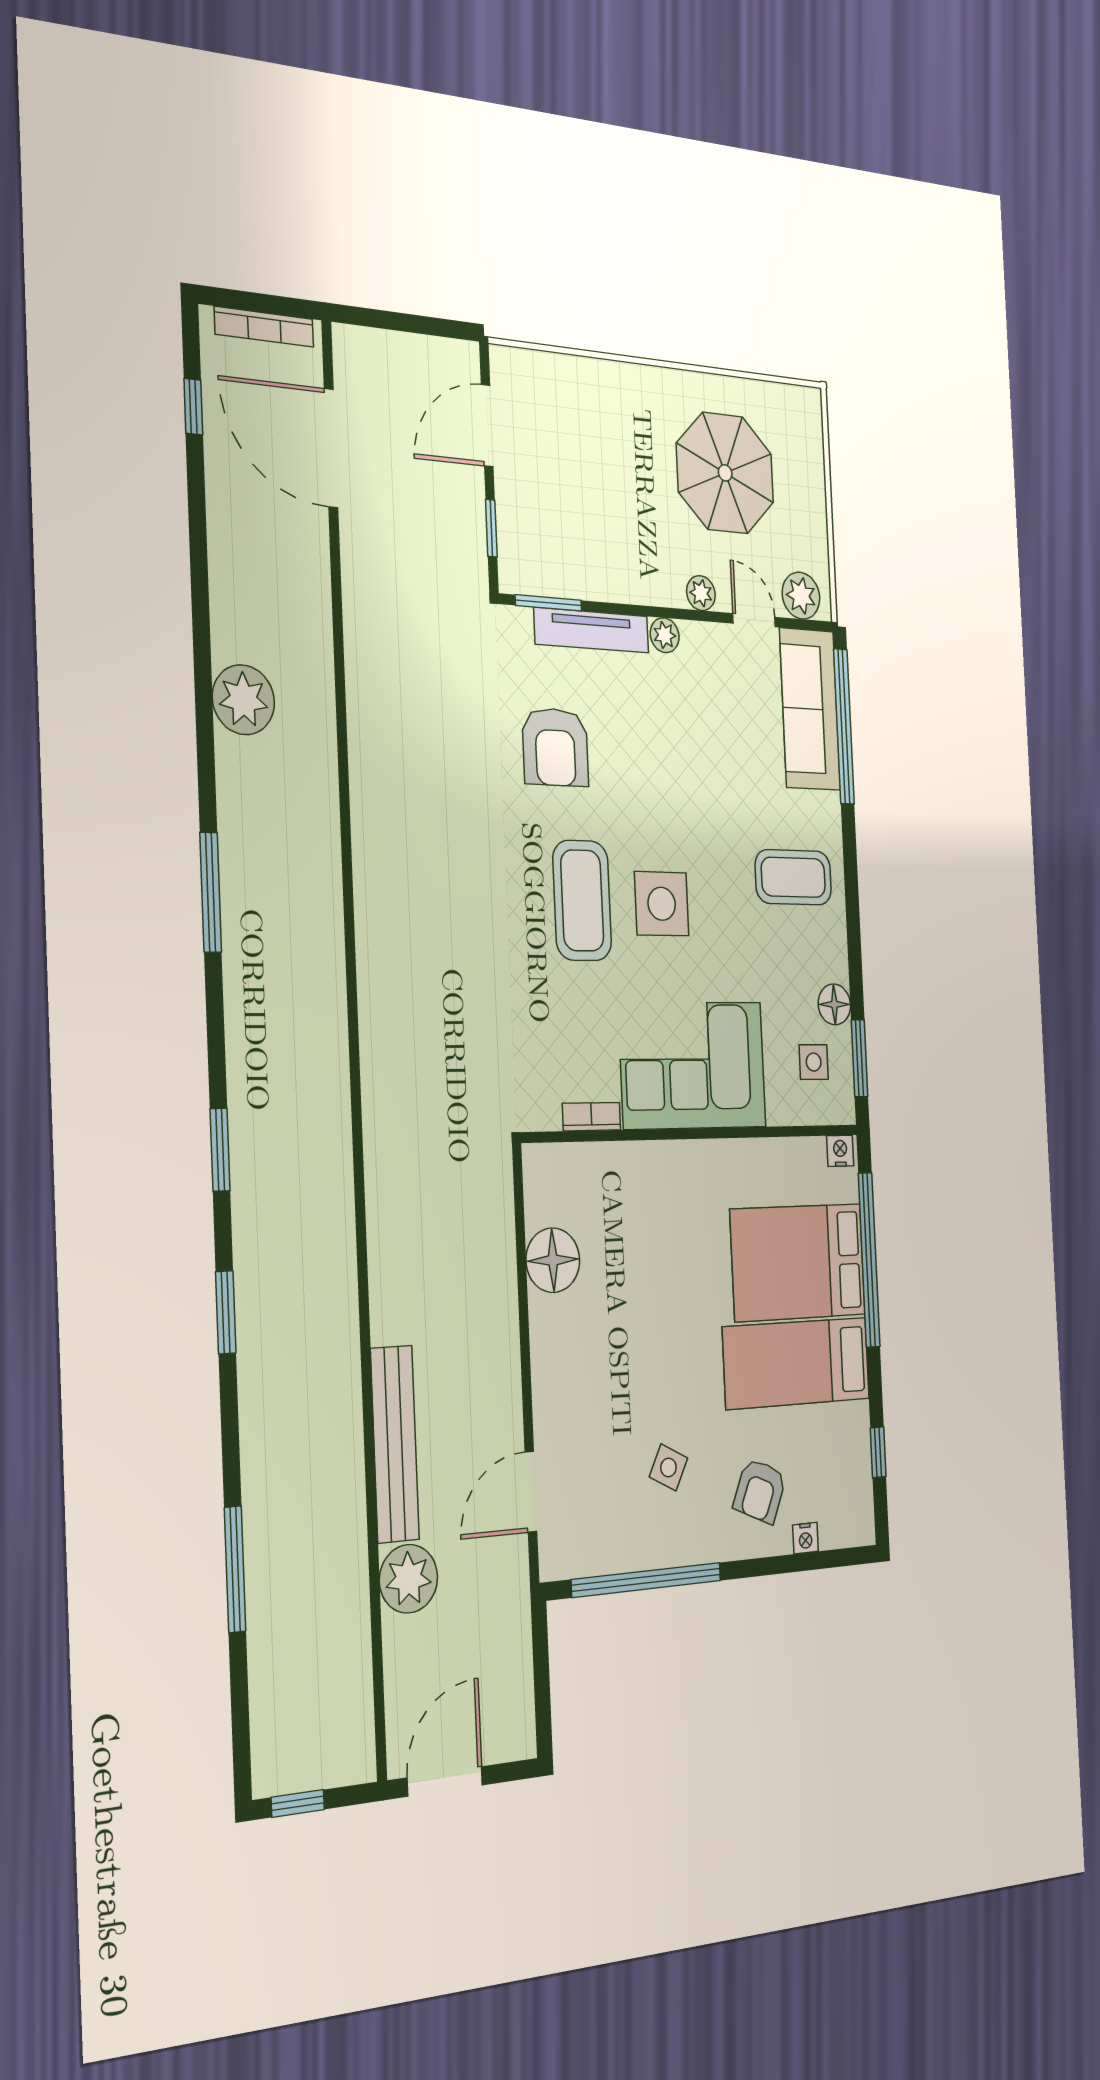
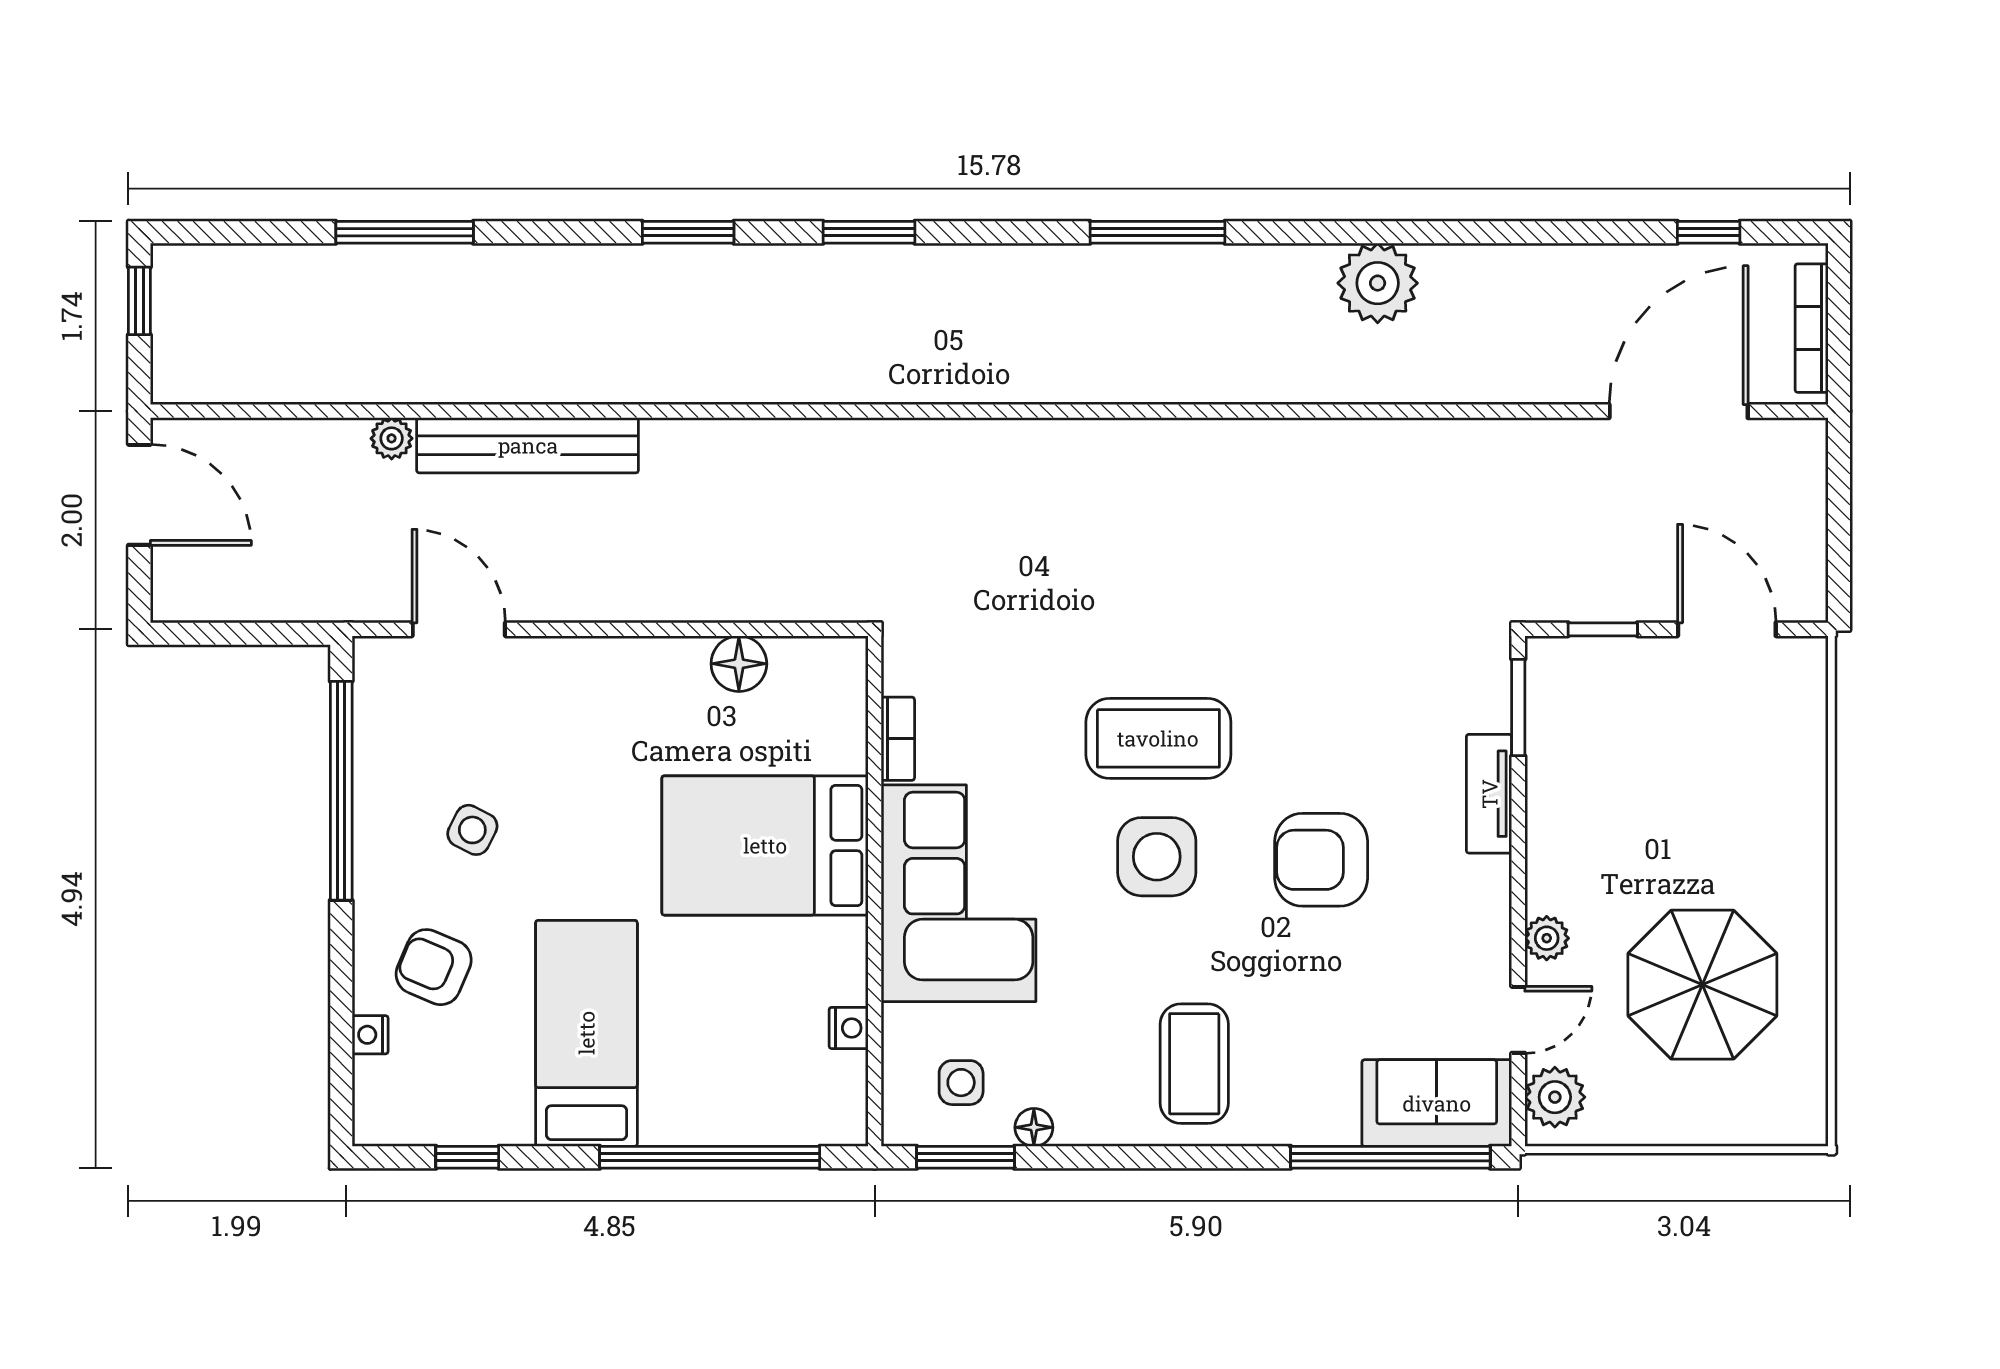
tv unit: (592, 630) -> (1489, 794), width x0.71
plant: (665, 635) -> (1490, 879), removed
sofa: (810, 709) -> (1437, 1103), width x0.73
armchair: (555, 747) -> (1321, 860), moved
floor lamp: (834, 1004) -> (1034, 1127), width x0.73, depth x0.73
nightstand: (840, 1151) -> (849, 1028), moved
floor lamp: (553, 1260) -> (739, 664), width x0.73, depth x0.73
bed: (798, 1262) -> (765, 845), moved, turned -90
plant: (409, 1579) -> (392, 438), width x0.53, depth x0.53

